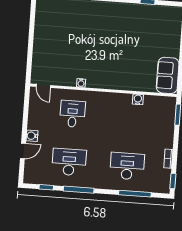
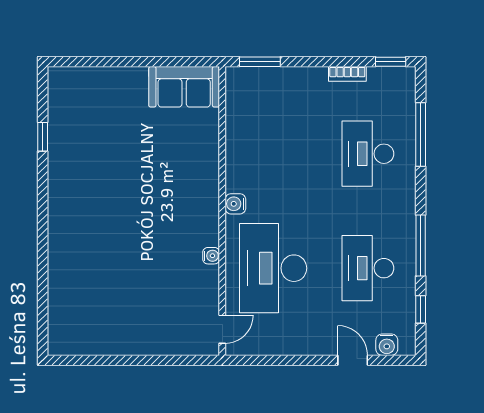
water cooler: (138, 99) -> (235, 204), moved
desk: (72, 114) -> (273, 268), width x1.87, depth x1.30
water cooler: (32, 136) -> (387, 345), moved

